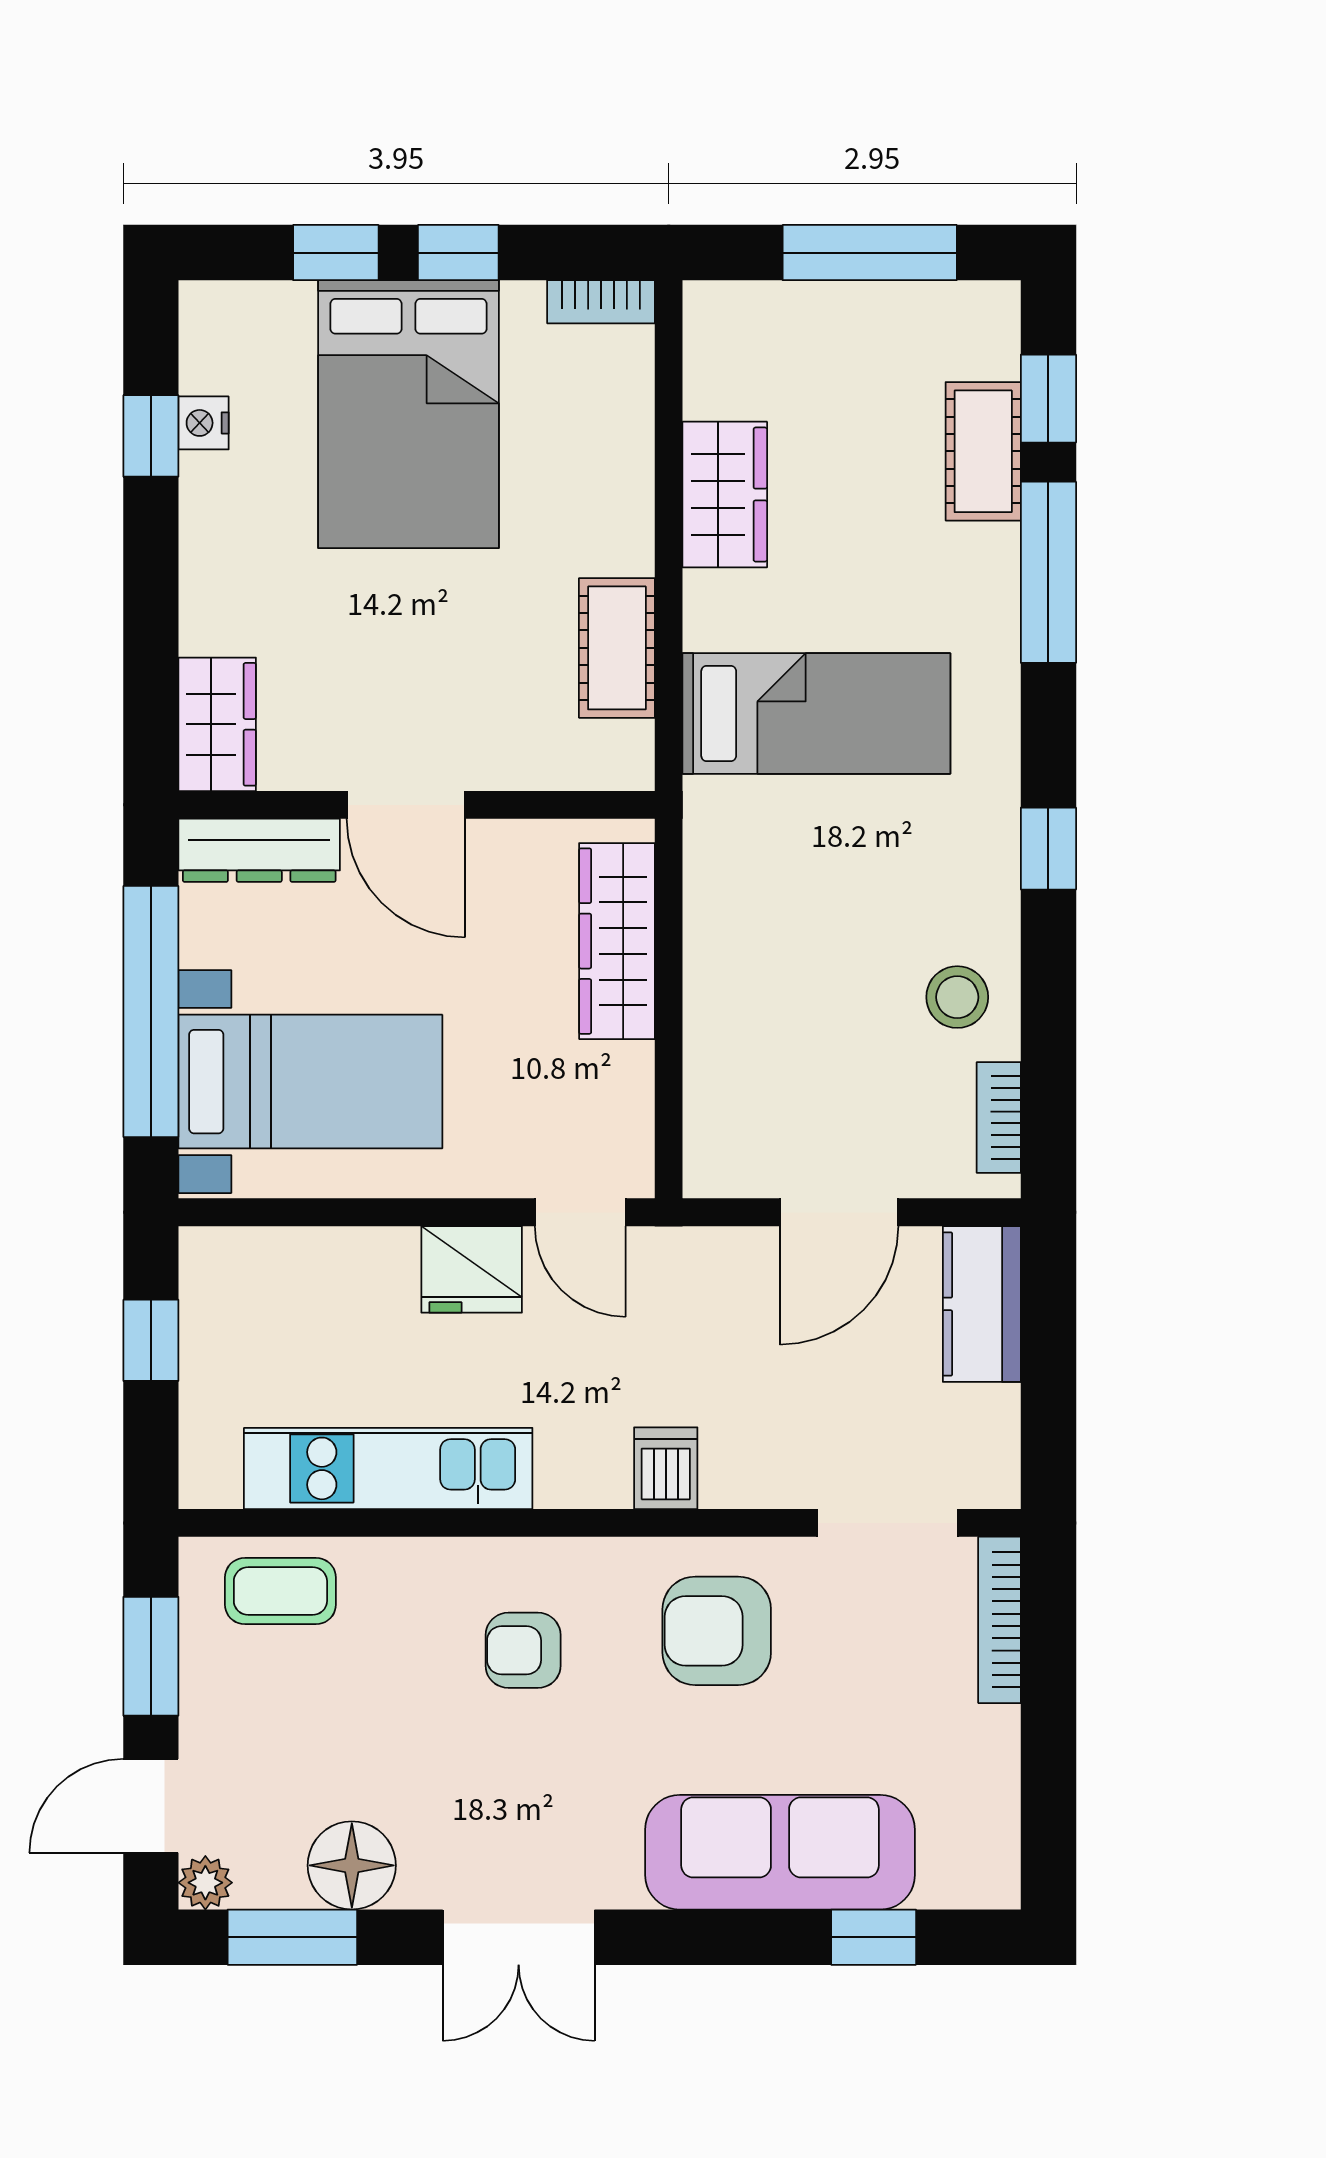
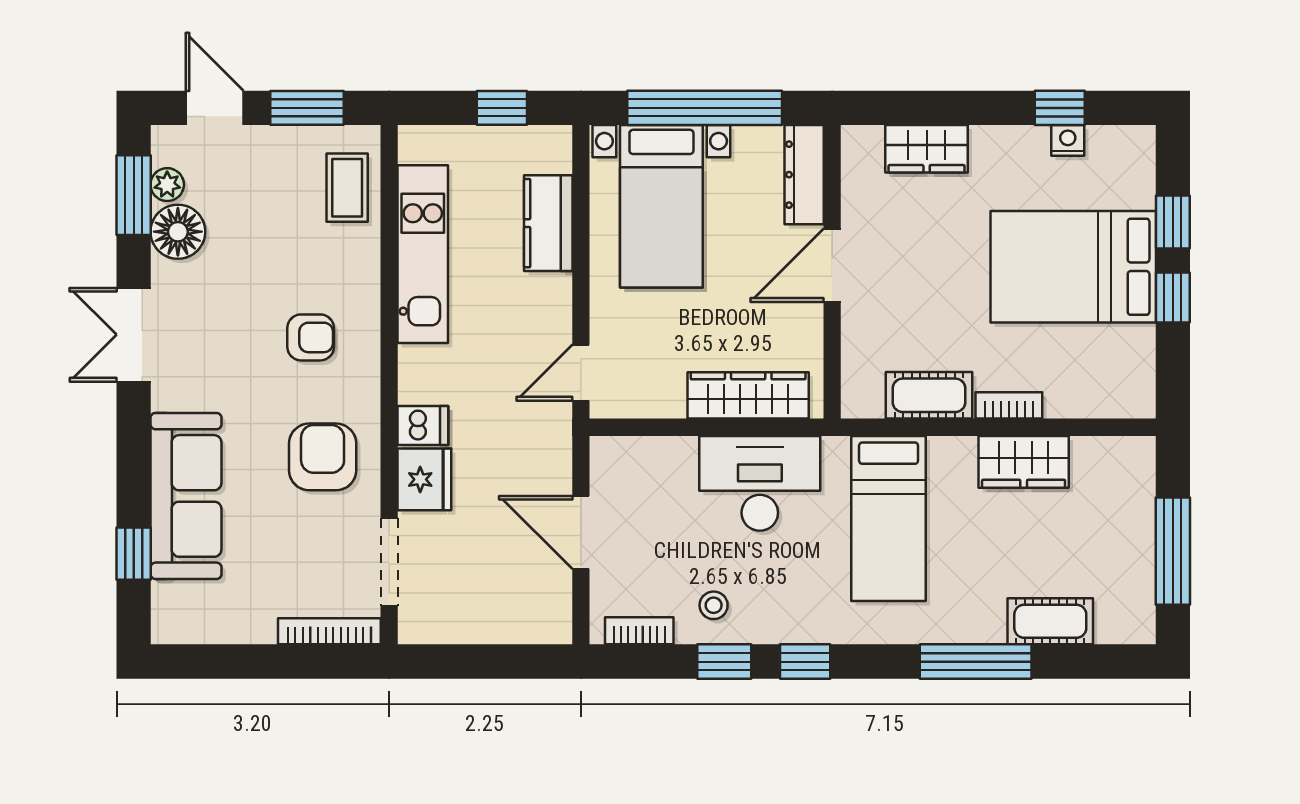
bookcase: (601, 302) -> (1009, 405), moved, turned 90
window: (1048, 399) -> (724, 662), moved
wardrobe: (217, 724) -> (927, 149), moved
desk: (759, 922) -> (760, 483), added
stool: (957, 997) -> (714, 605), width x0.73, depth x0.73
fridge: (472, 1269) -> (424, 479), moved, turned 180
kitchen counter: (982, 1304) -> (548, 223), moved, turned -90
armchair: (523, 1650) -> (311, 337), turned 90
plant: (205, 1883) -> (167, 185), moved

